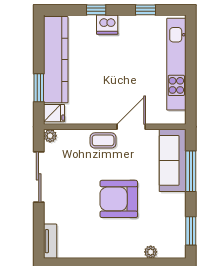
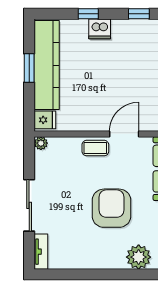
window: (39, 88) -> (29, 68), moved
sliding door: (39, 177) -> (29, 205), moved
armchair: (119, 199) -> (111, 208), turned 90
plant: (151, 252) -> (139, 257), width x1.88, depth x1.88

